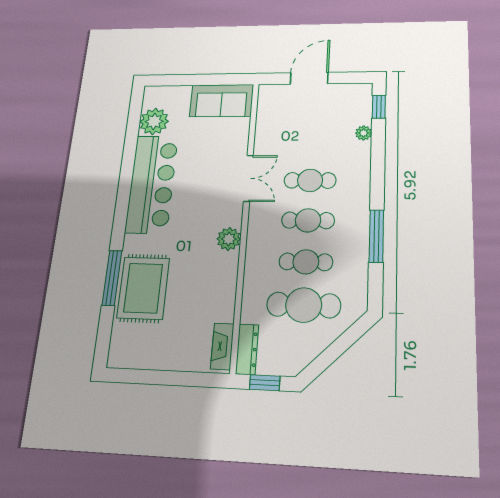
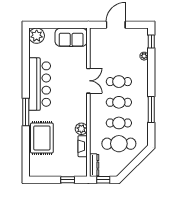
plant: (154, 121) -> (37, 36), moved
plant: (229, 239) -> (81, 129), moved
window: (112, 278) -> (26, 112), moved
fireplace: (222, 346) -> (83, 146), moved
window: (187, 379) -> (68, 180), added

